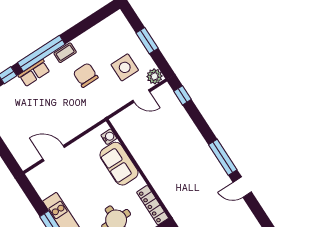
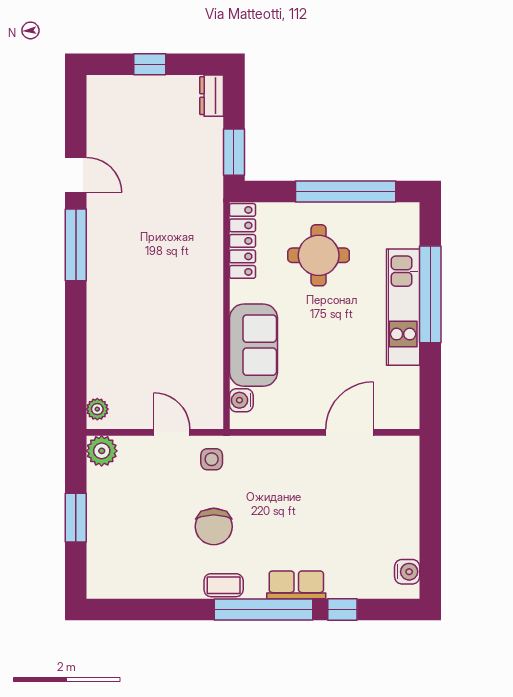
side table: (125, 67) -> (212, 459), moved, width x0.54, depth x0.54
plant: (168, 93) -> (97, 409), added
window: (183, 95) -> (76, 390), removed
door: (141, 96) -> (172, 432), moved
door: (54, 153) -> (350, 432), swing flipped

